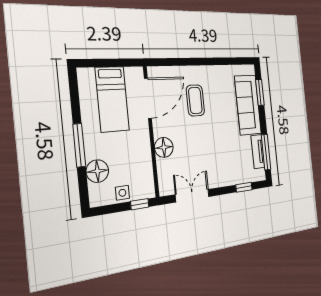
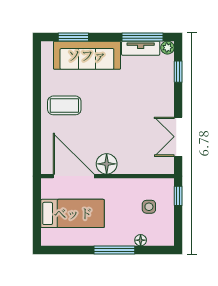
coffee table: (195, 100) -> (64, 105), moved
floor lamp: (164, 147) -> (107, 164), moved
floor lamp: (97, 171) -> (141, 240), width x0.53, depth x0.53
plant: (261, 175) -> (167, 48), added
side table: (122, 193) -> (149, 207), moved

